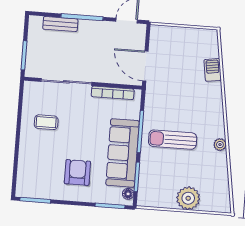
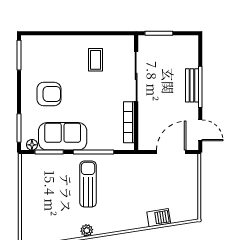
bench: (60, 24) -> (192, 85), moved
door: (145, 66) -> (171, 152), moved
sofa: (123, 153) -> (63, 136), width x0.73
plant: (188, 198) -> (32, 204), removed

